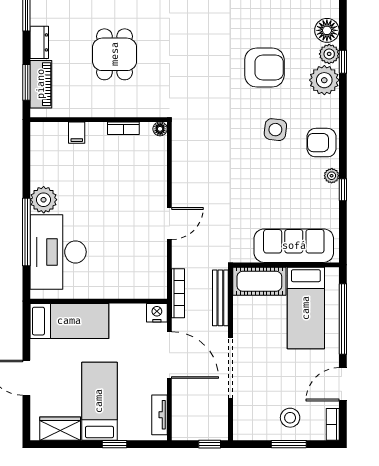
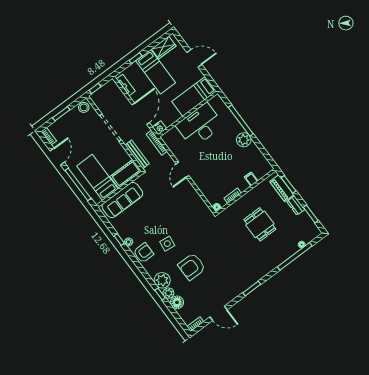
desk: (58, 252) -> (200, 125), moved, turned -90
door: (169, 355) -> (141, 114), swing flipped
stool: (290, 418) -> (84, 107), moved

